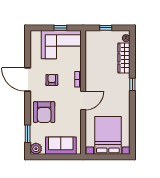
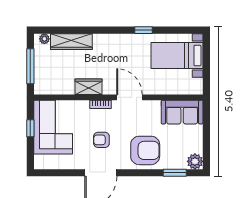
window: (106, 28) -> (30, 66), width x2.17
wardrobe: (91, 70) -> (88, 87), added
window: (132, 84) -> (144, 30), moved
bed with nightstands: (108, 135) -> (177, 55), width x0.73
sofa: (61, 146) -> (182, 112), moved, turned -90

